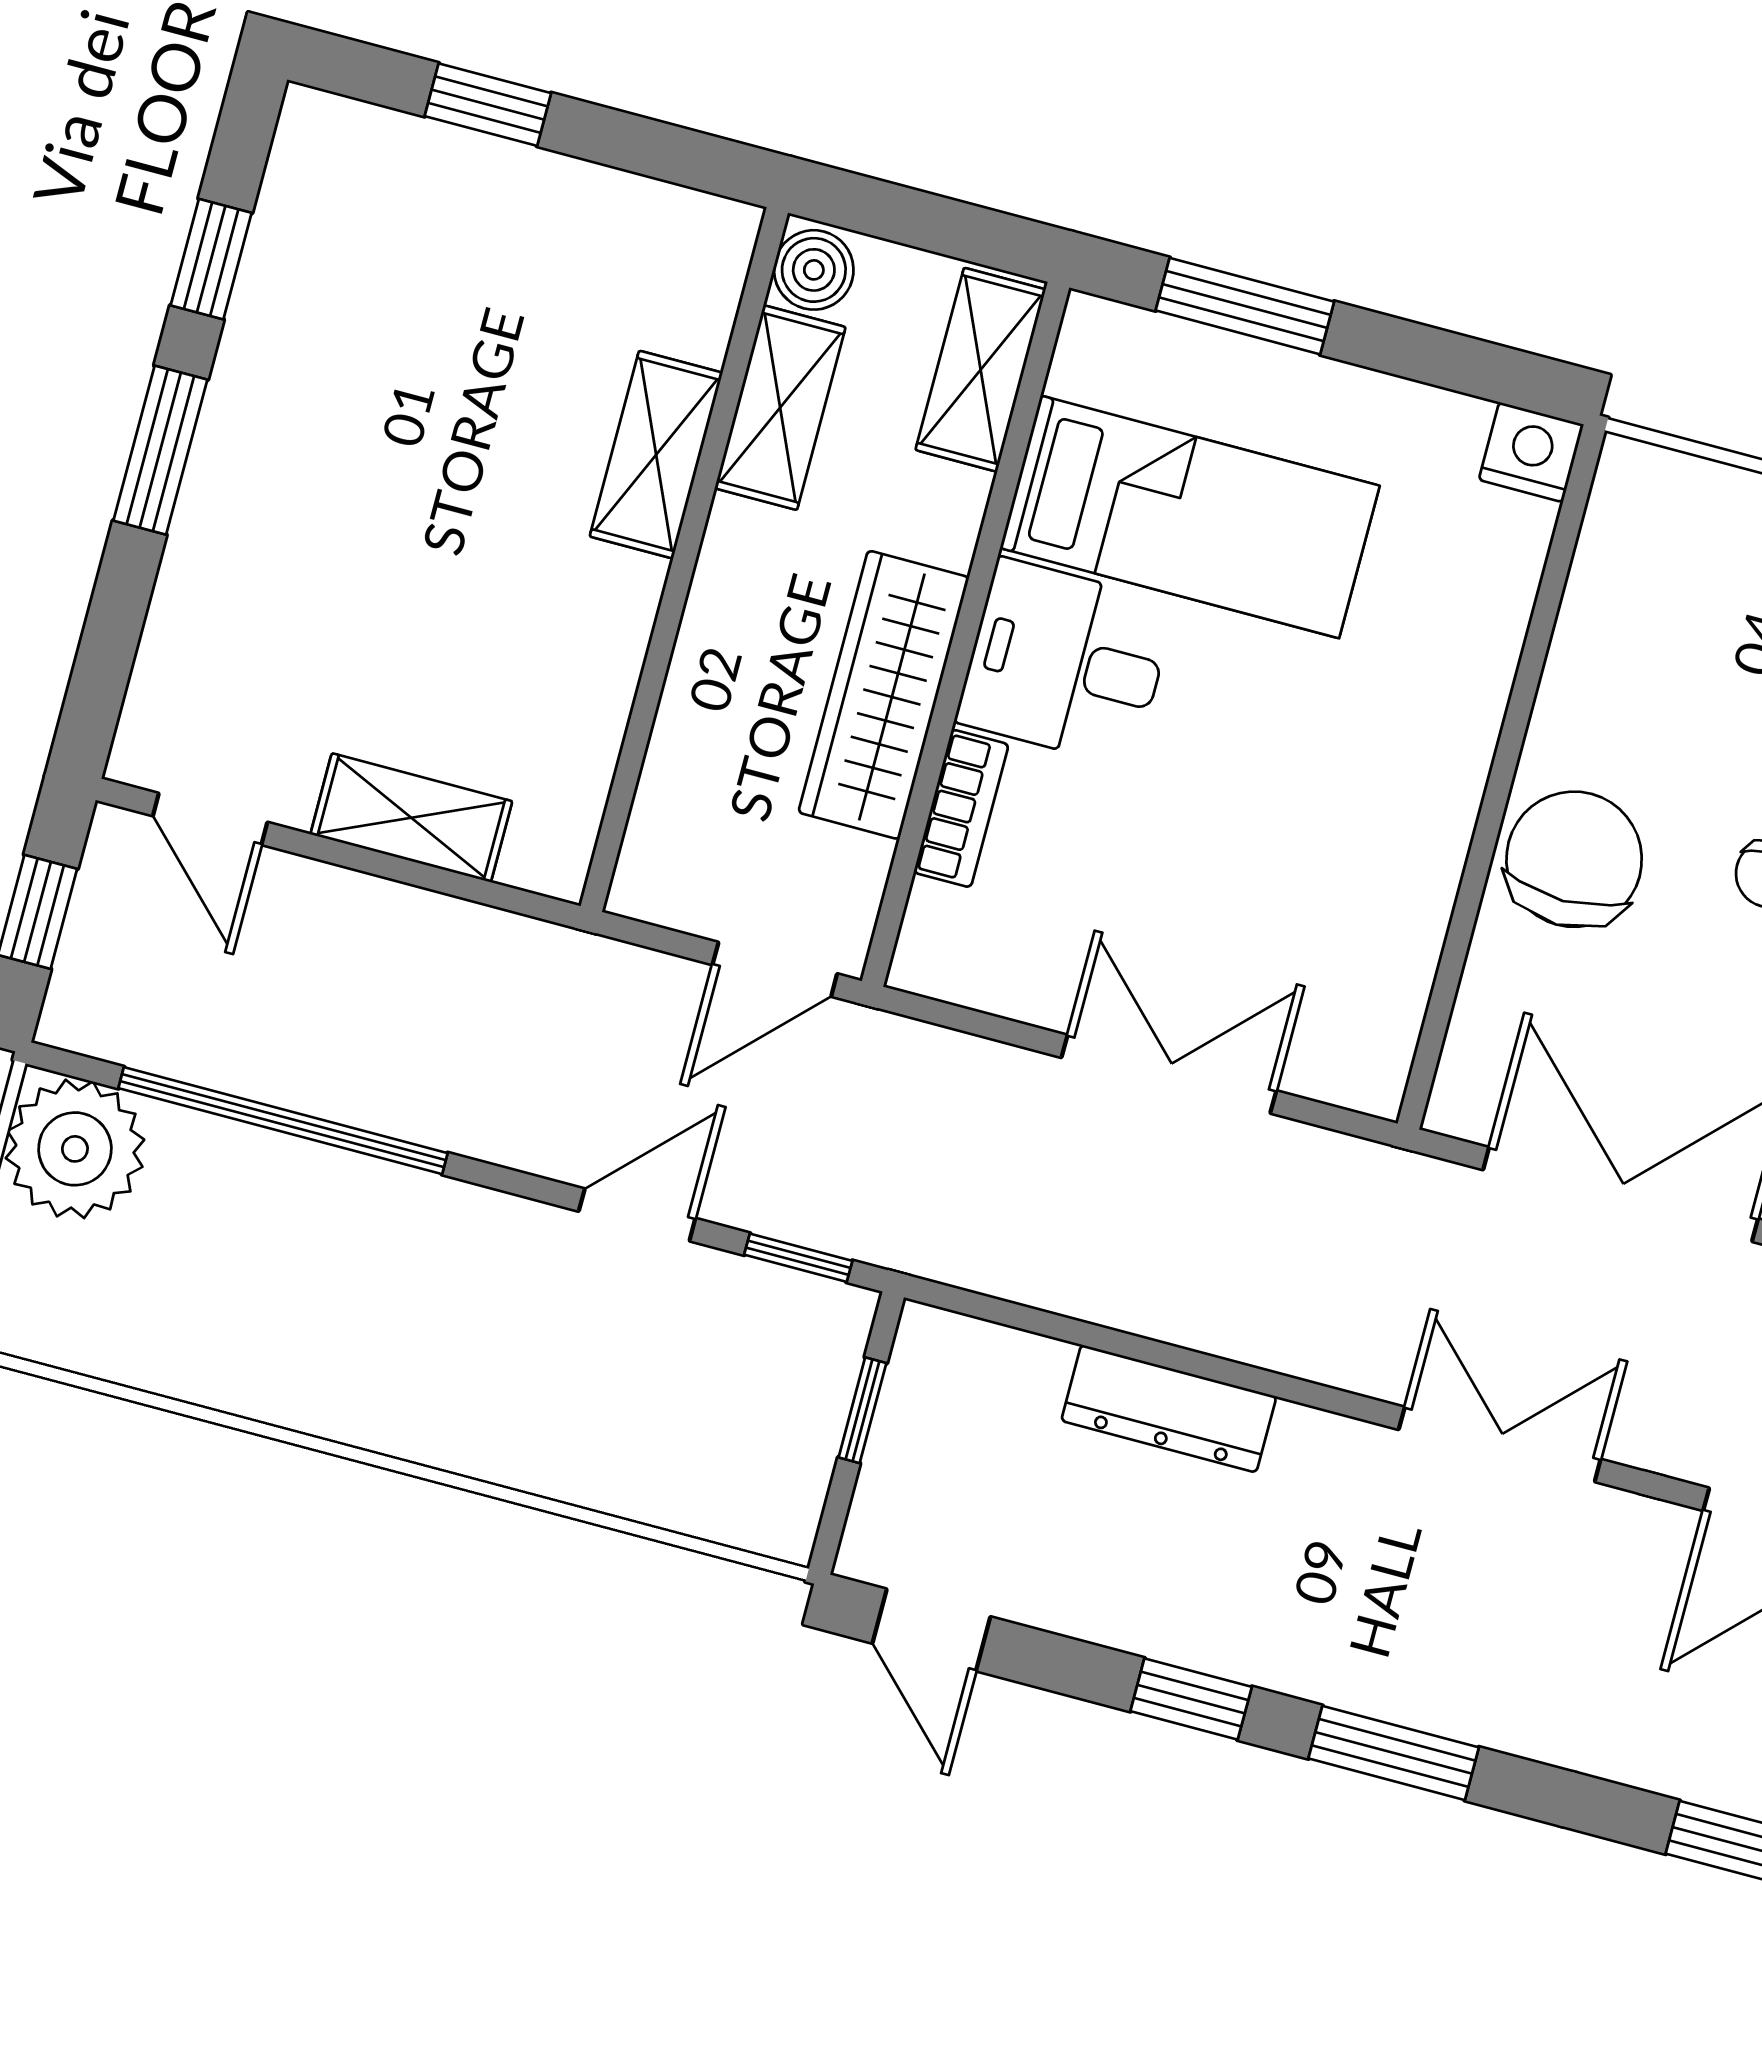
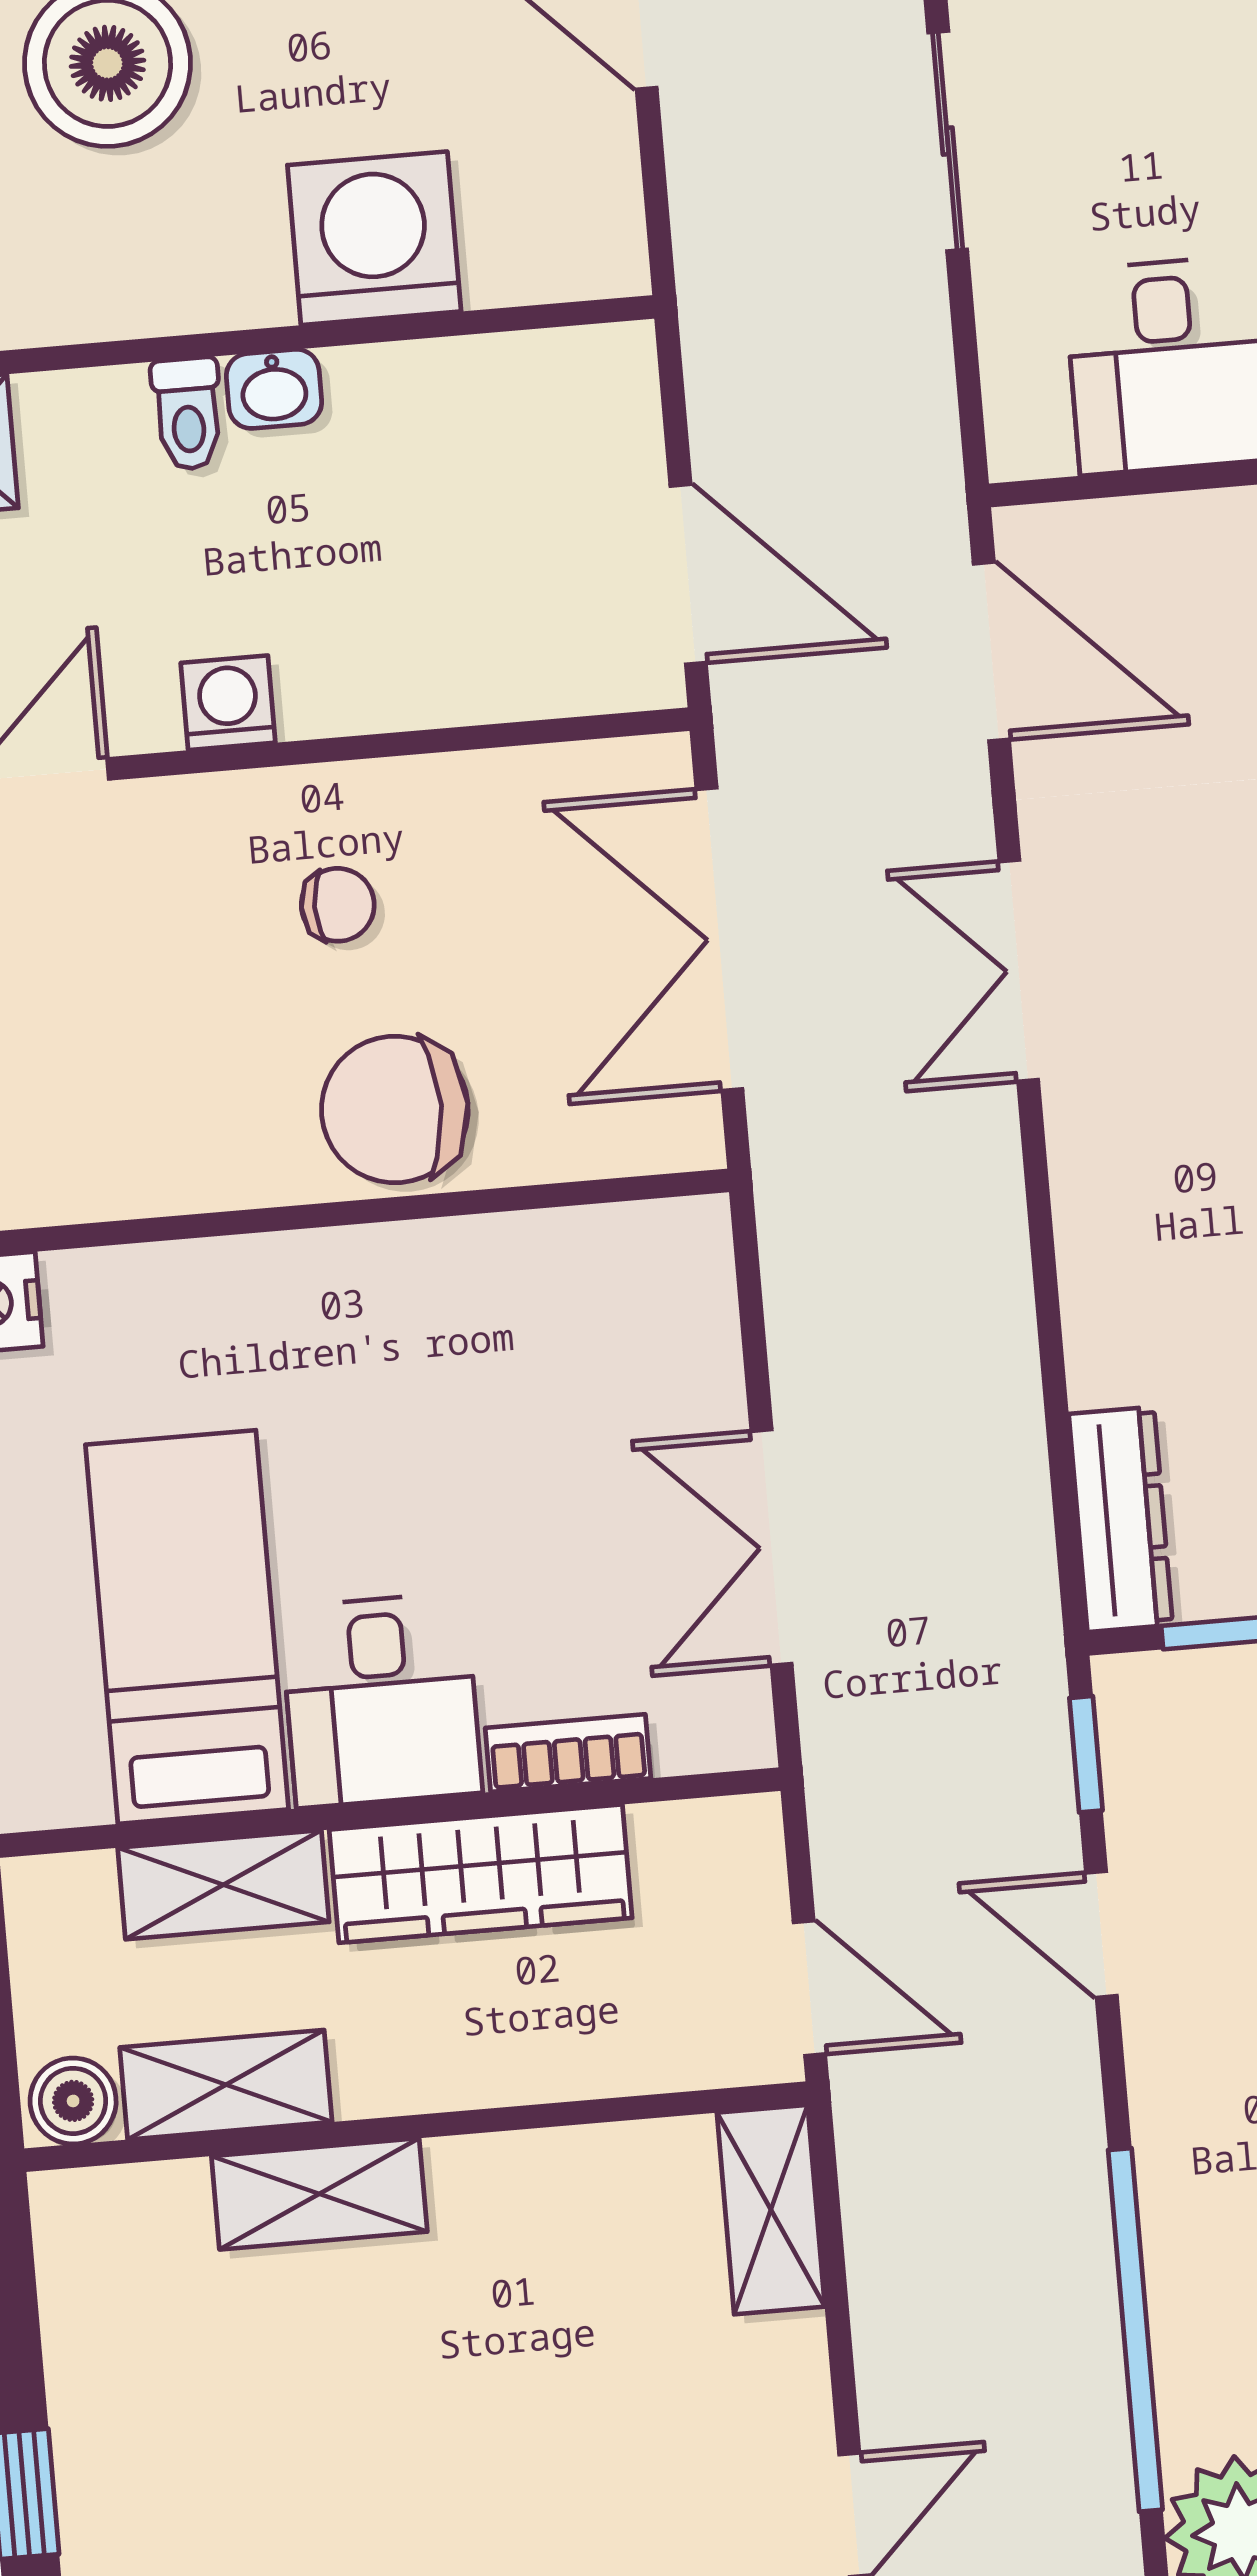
shelving: (981, 370) -> (223, 1885), moved
shelving: (411, 818) -> (771, 2210), moved
door: (775, 969) -> (809, 1988), moved
double door: (1169, 1074) -> (772, 1547), moved
dresser: (1169, 1409) -> (1121, 1519), moved

